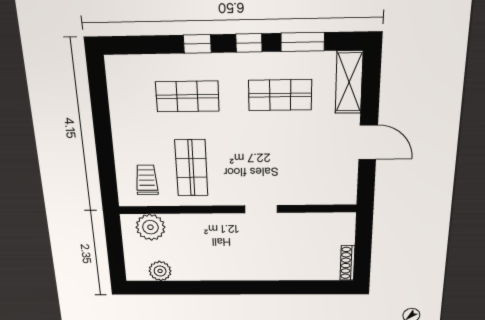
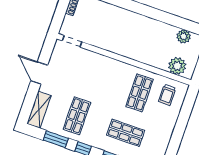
shop shelf: (280, 95) -> (77, 116), turned 90
doorway: (261, 209) -> (72, 41), moved

